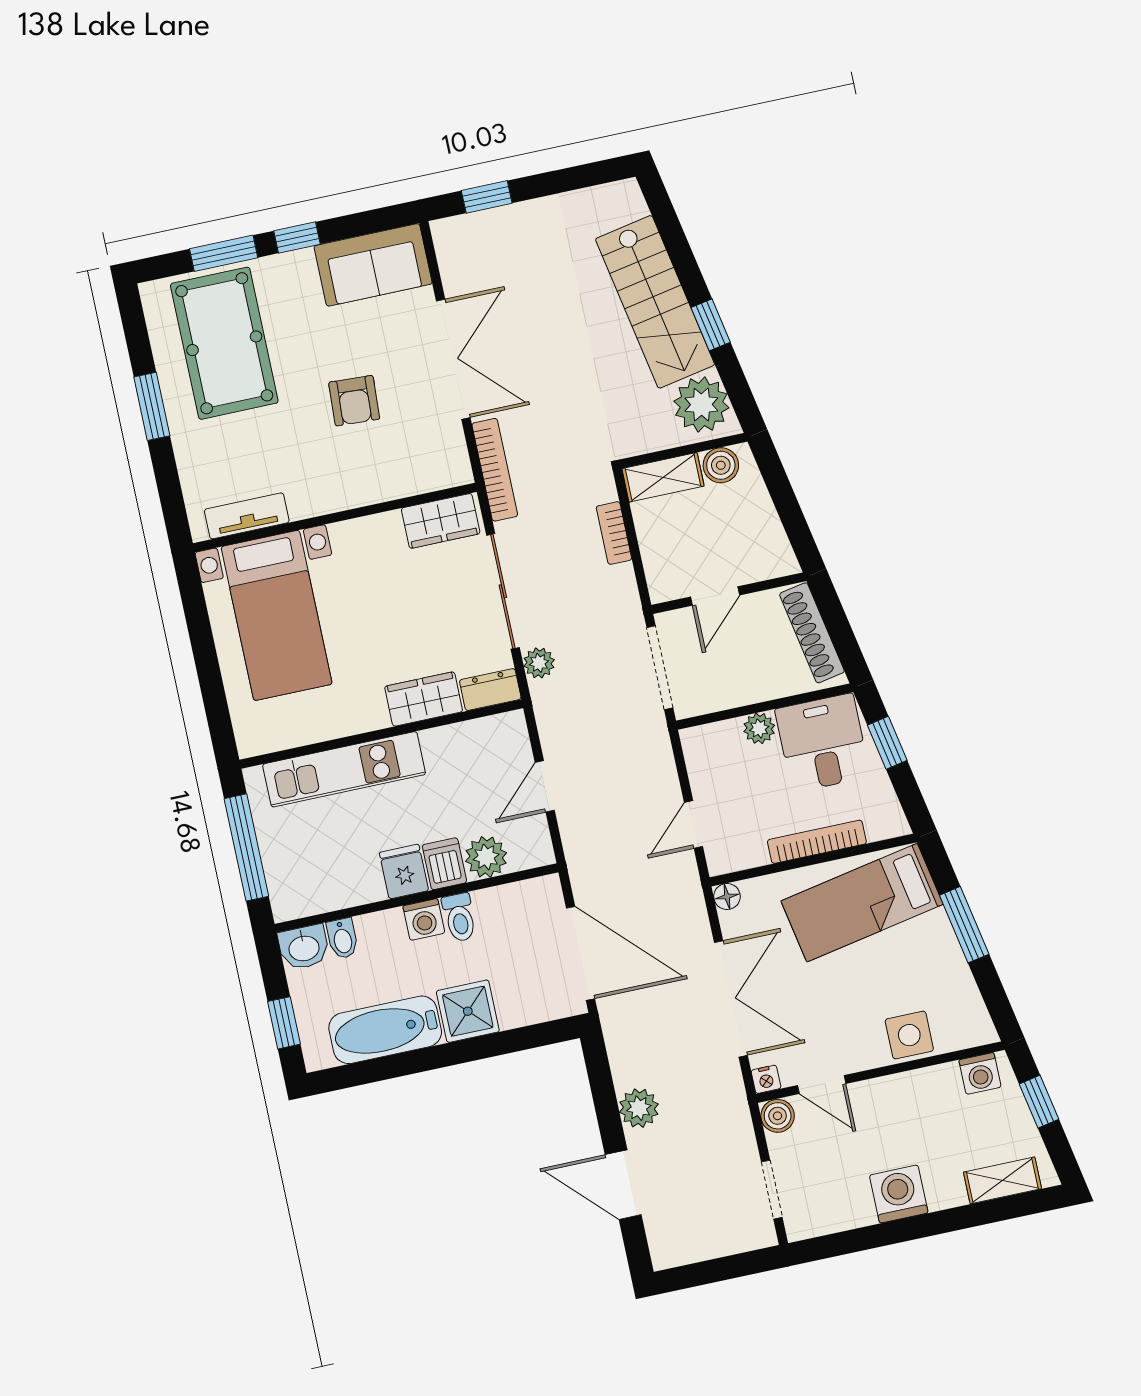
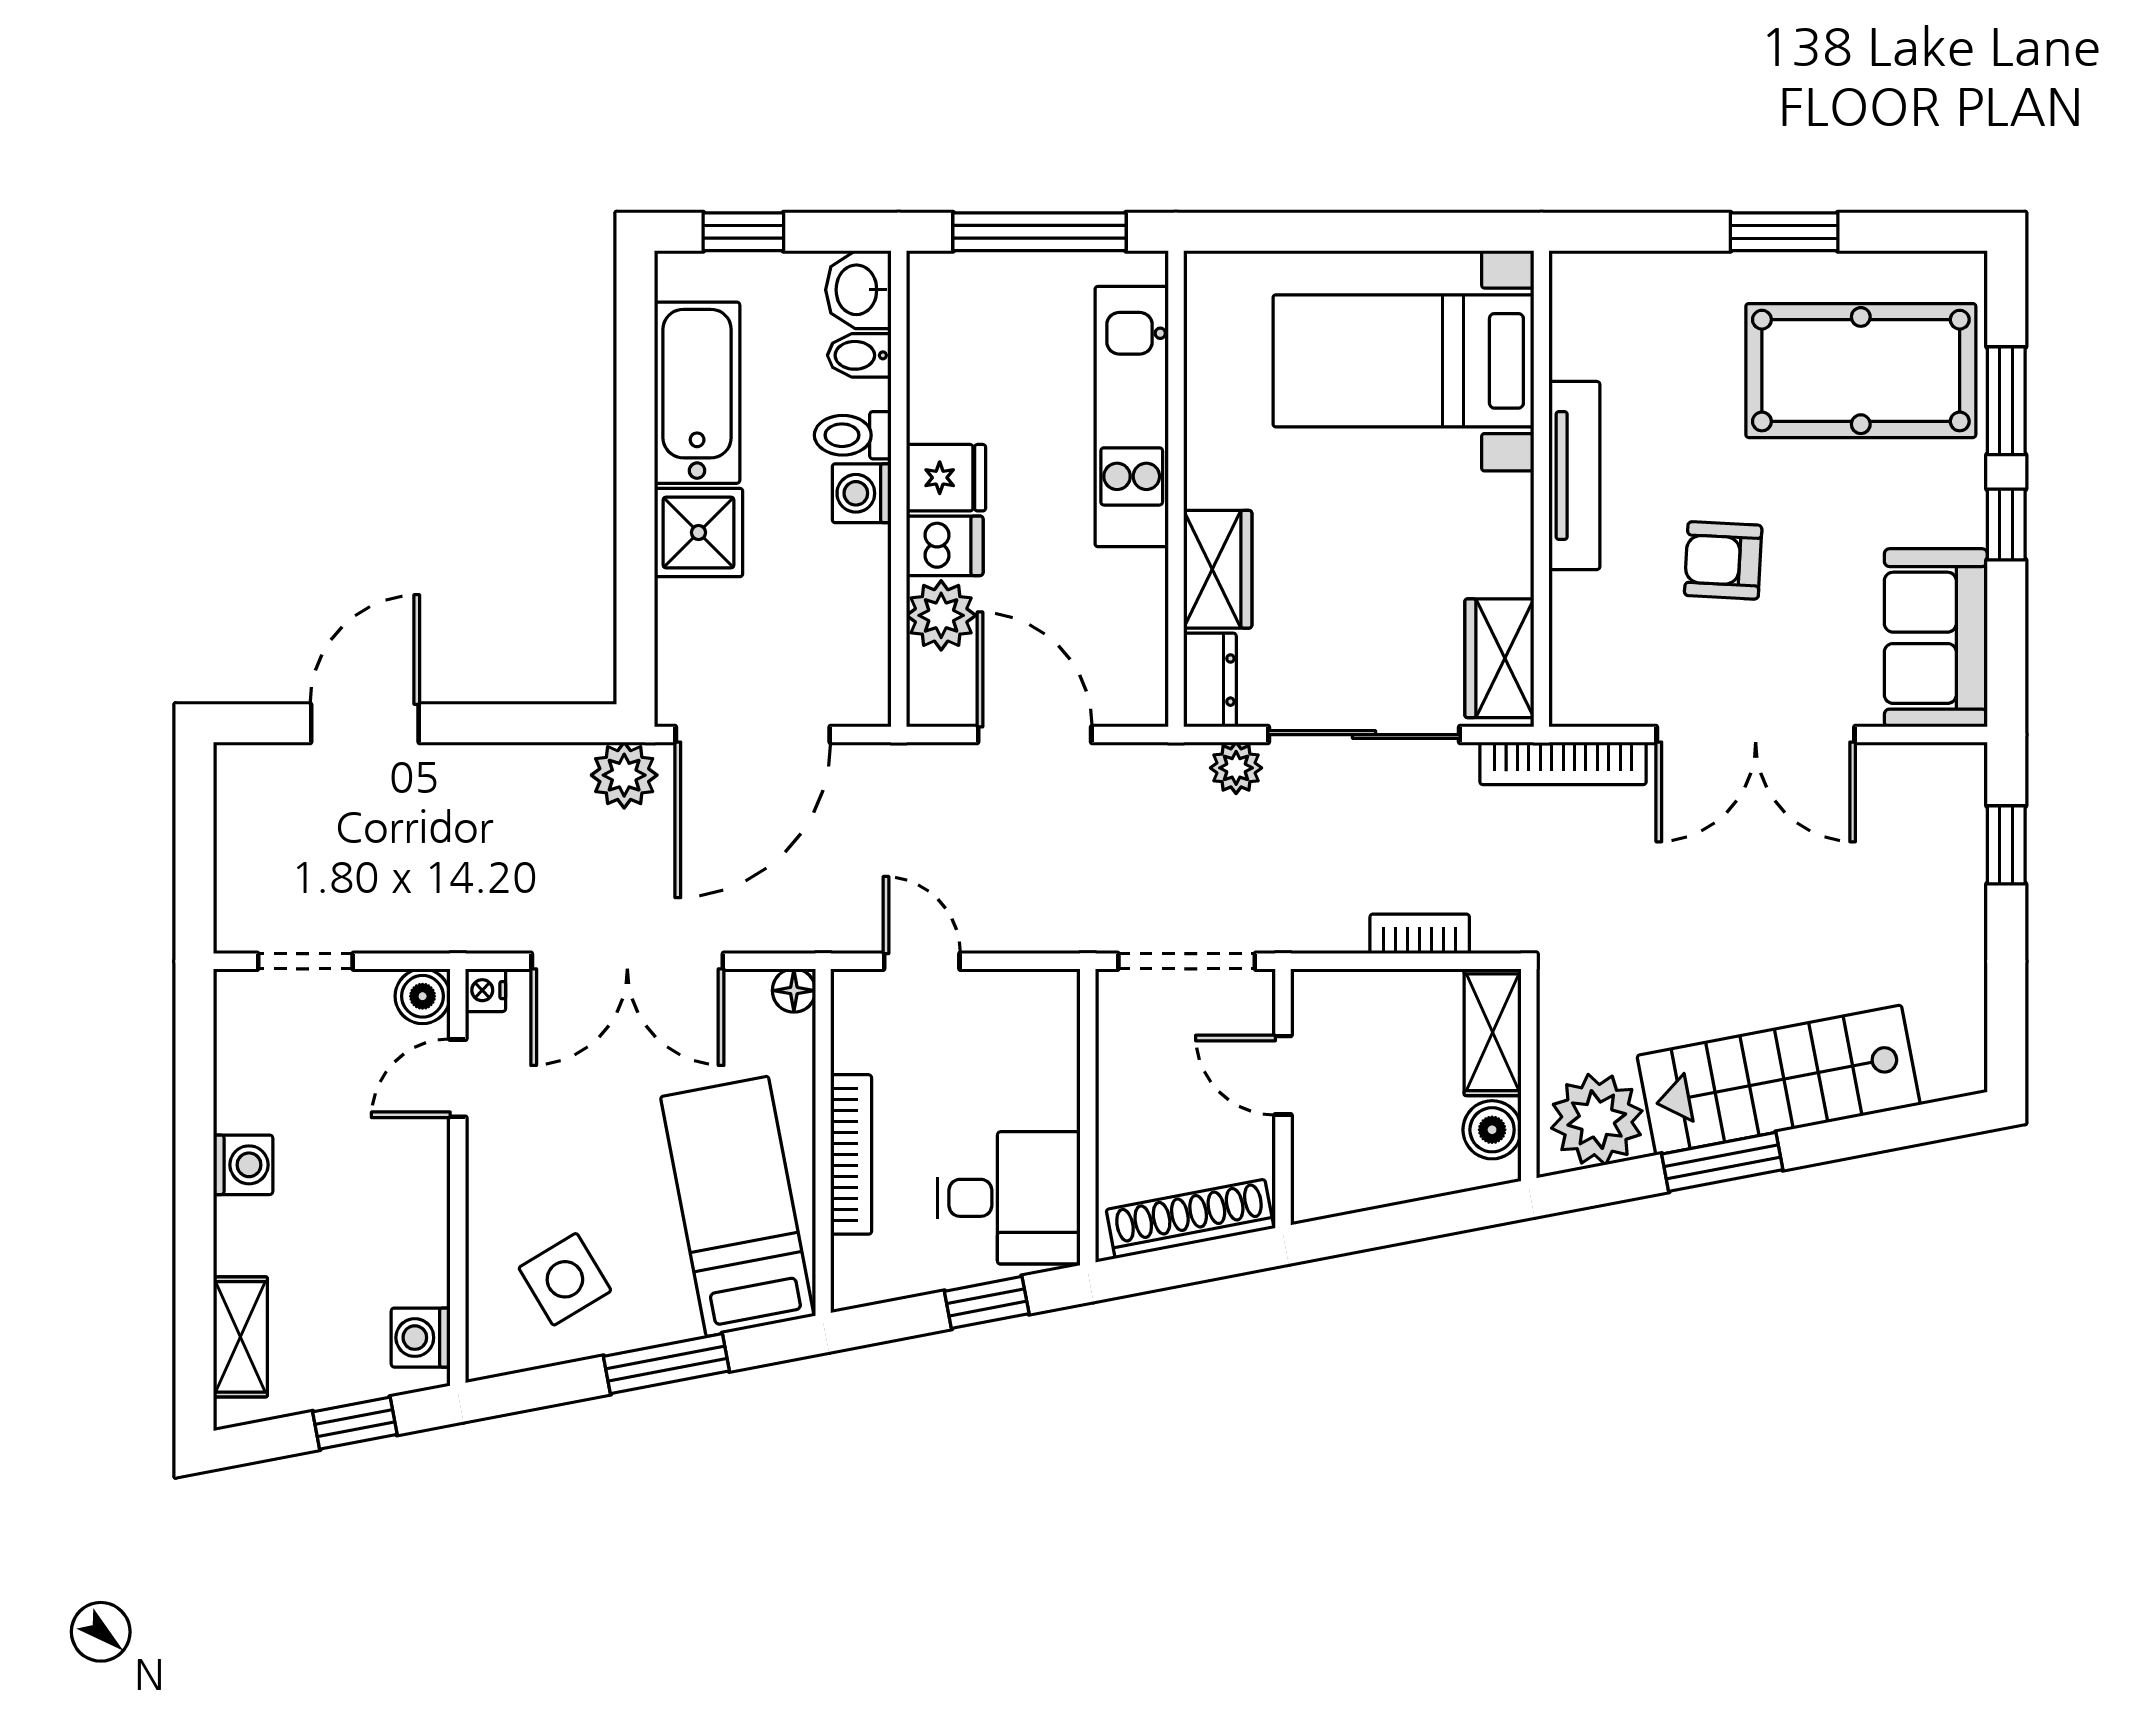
window: (711, 325) -> (1722, 1162), width x1.50
tv unit: (247, 516) -> (1574, 476), moved, width x1.41
plant: (759, 728) -> (1054, 1101), removed
door: (545, 786) -> (1035, 735), width x1.38
toilet: (459, 917) -> (853, 435), moved
side table: (909, 1035) -> (565, 1279), moved, turned -31
plant: (639, 1108) -> (624, 775), moved
washing machine: (899, 1194) -> (243, 1165), width x0.73, depth x0.73

